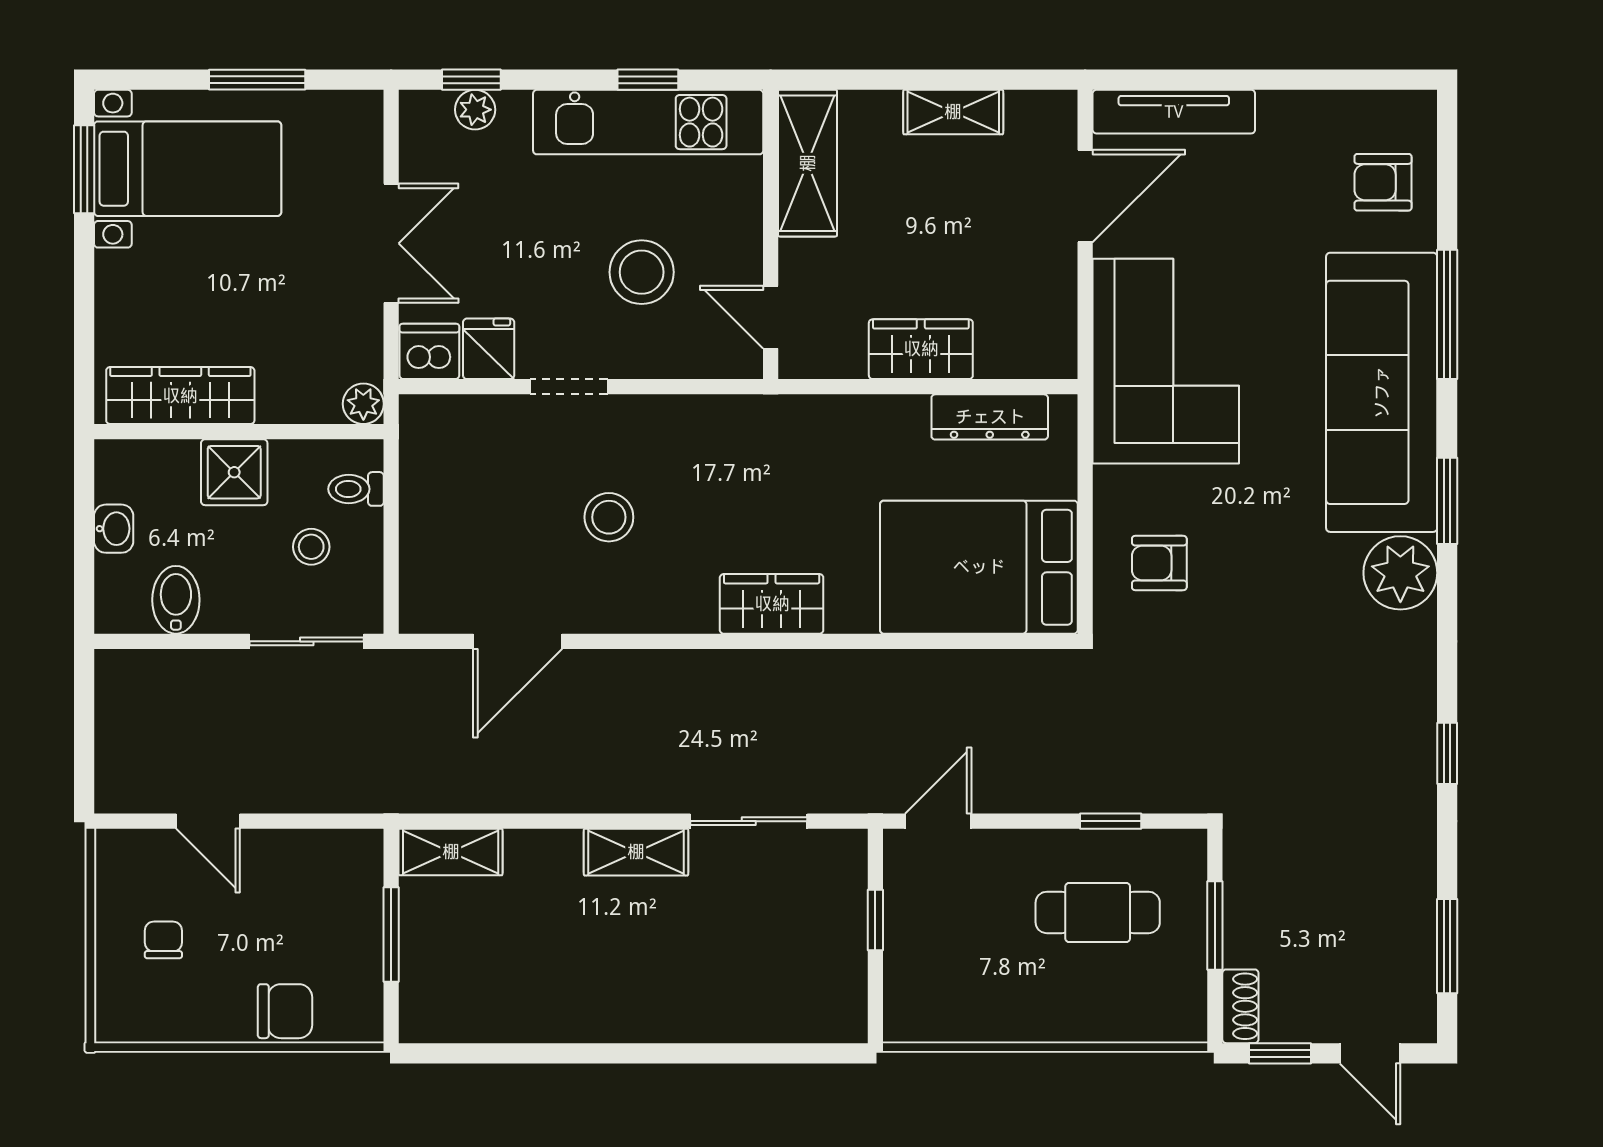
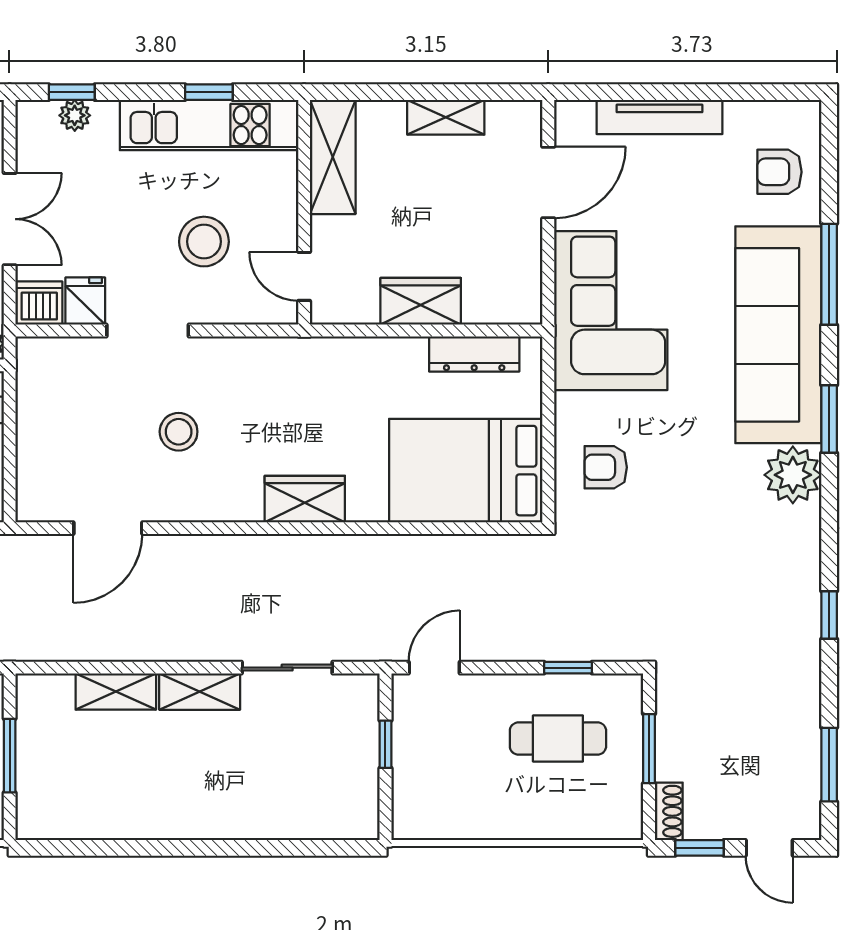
tv unit: (1174, 112) -> (659, 117), moved
doorway: (569, 387) -> (148, 330), width x1.38
shelving: (451, 852) -> (116, 692), moved

